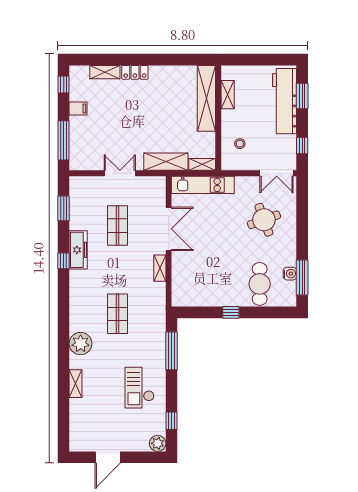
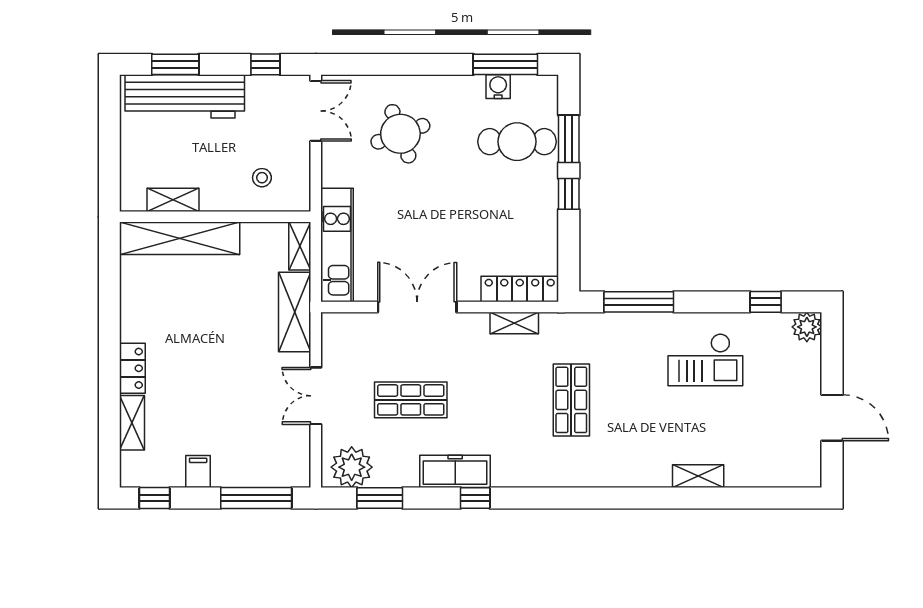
shelving: (160, 268) -> (514, 323), moved
locker: (179, 285) -> (520, 289), added
window: (261, 312) -> (569, 139), added
shop shelf: (118, 314) -> (571, 400), turned 90
plant: (81, 344) -> (352, 467), moved

